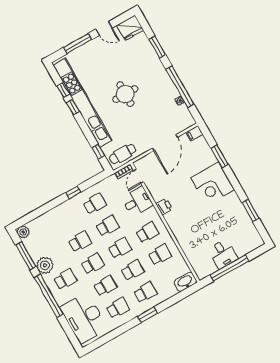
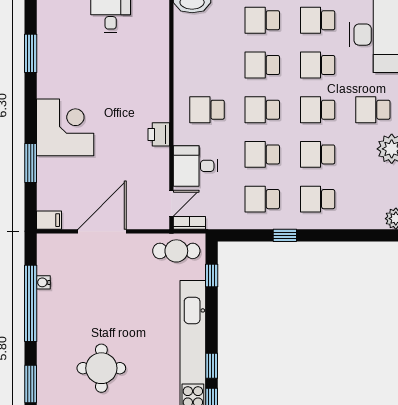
round table: (125, 94) -> (101, 368), moved
school desk: (160, 255) -> (318, 199), moved

